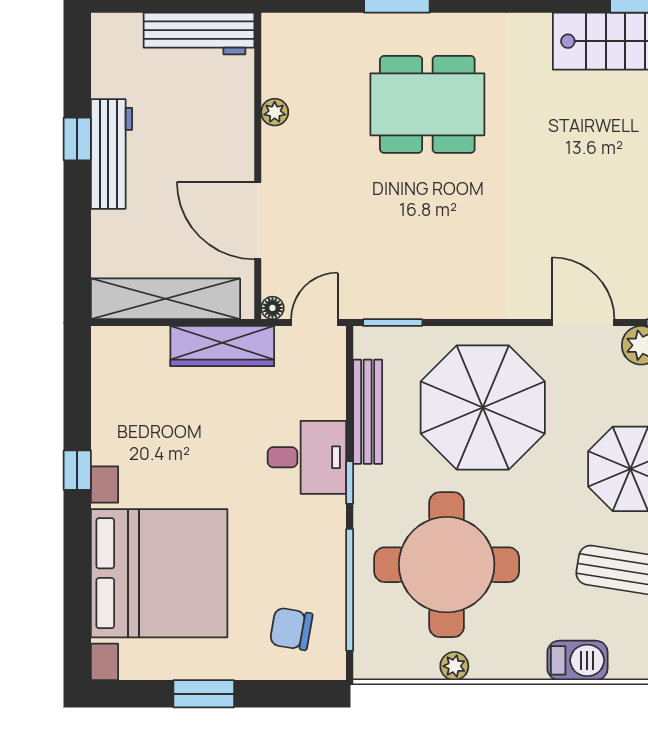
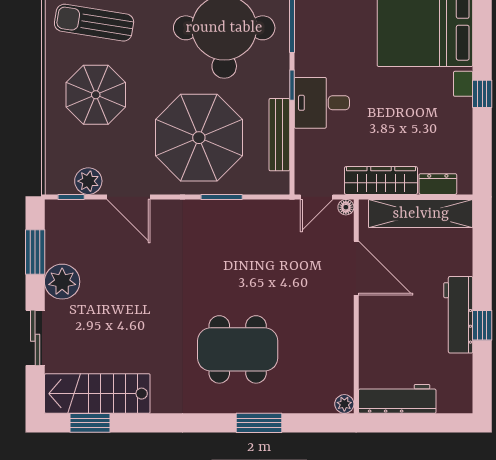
plant: (275, 112) -> (344, 404), moved
window: (393, 323) -> (222, 197), moved
dresser: (141, 341) -> (438, 184), added

